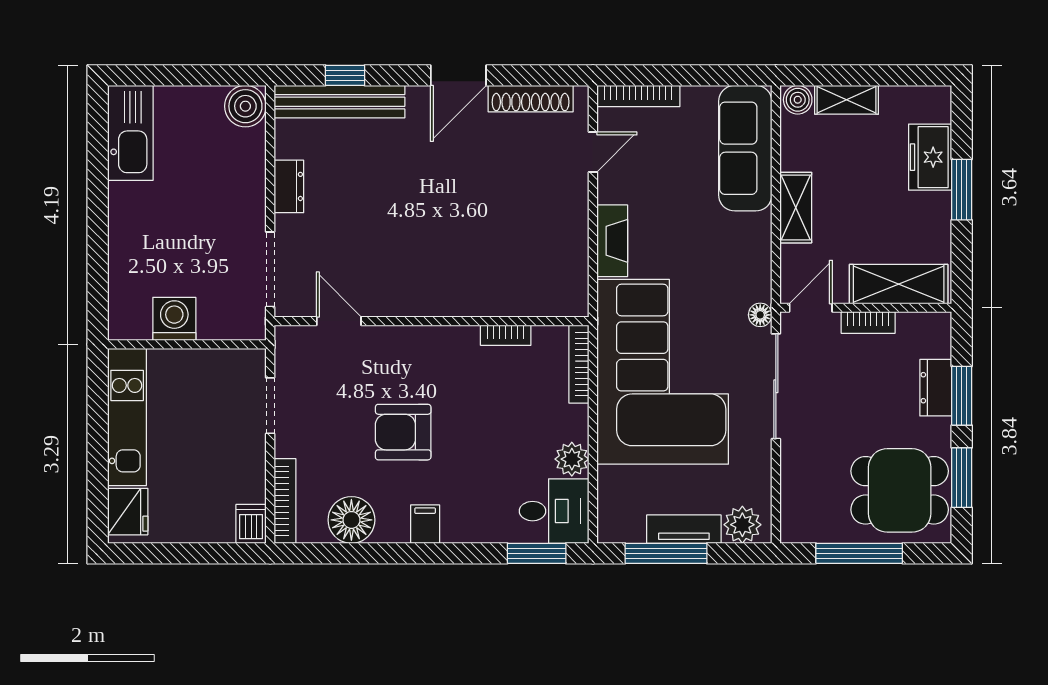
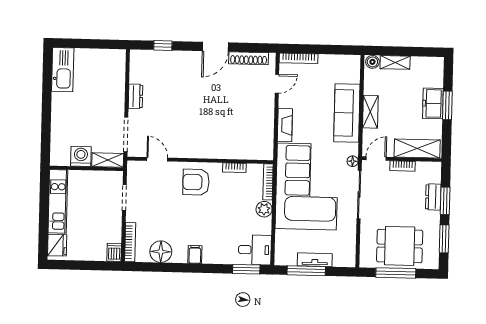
bench: (339, 102) -> (160, 58), removed
boiler: (245, 106) -> (116, 59), removed
sofa: (745, 148) -> (347, 113), moved
freezer: (930, 157) -> (433, 103), moved
shelving: (232, 325) -> (108, 160), added
armchair: (403, 432) -> (196, 182), moved
plant: (572, 459) -> (264, 209), moved
dining table: (900, 490) -> (400, 246), moved
plant: (742, 525) -> (342, 258), removed

